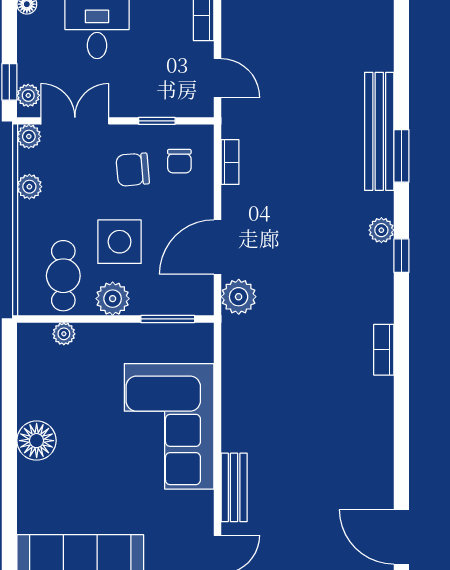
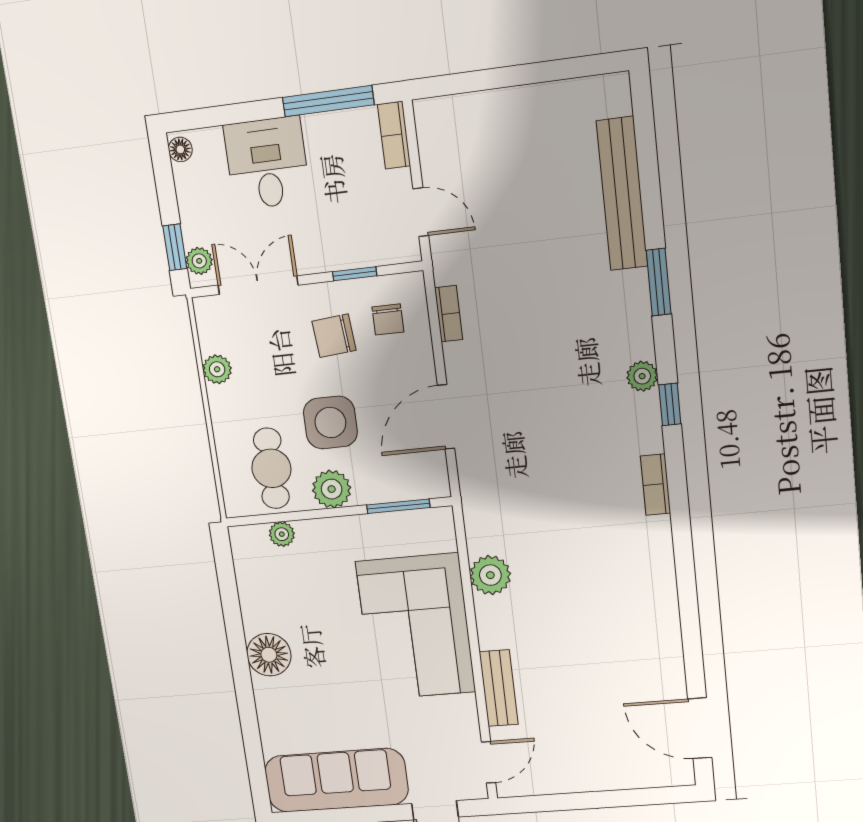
bench: (379, 131) -> (622, 194), moved
plant: (29, 136) -> (207, 310), removed
plant: (239, 297) -> (490, 575), moved
bookcase: (384, 350) -> (656, 485), moved

